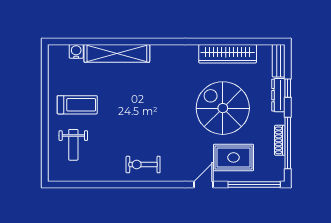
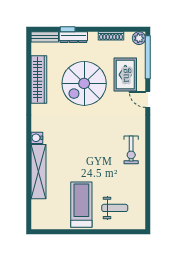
water cooler: (76, 51) -> (37, 138), moved
treadmill: (77, 105) -> (81, 205), width x1.37, depth x1.38
window: (288, 143) -> (113, 29), removed
plant: (277, 174) -> (139, 38), added

